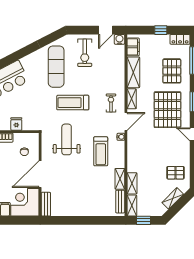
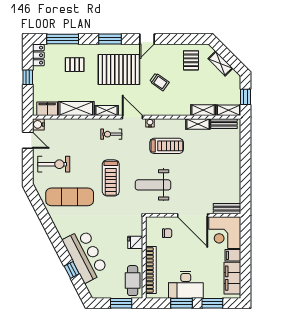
pallet: (172, 71) -> (75, 65), width x0.67, depth x0.71
trolley: (157, 145) -> (159, 82), added

